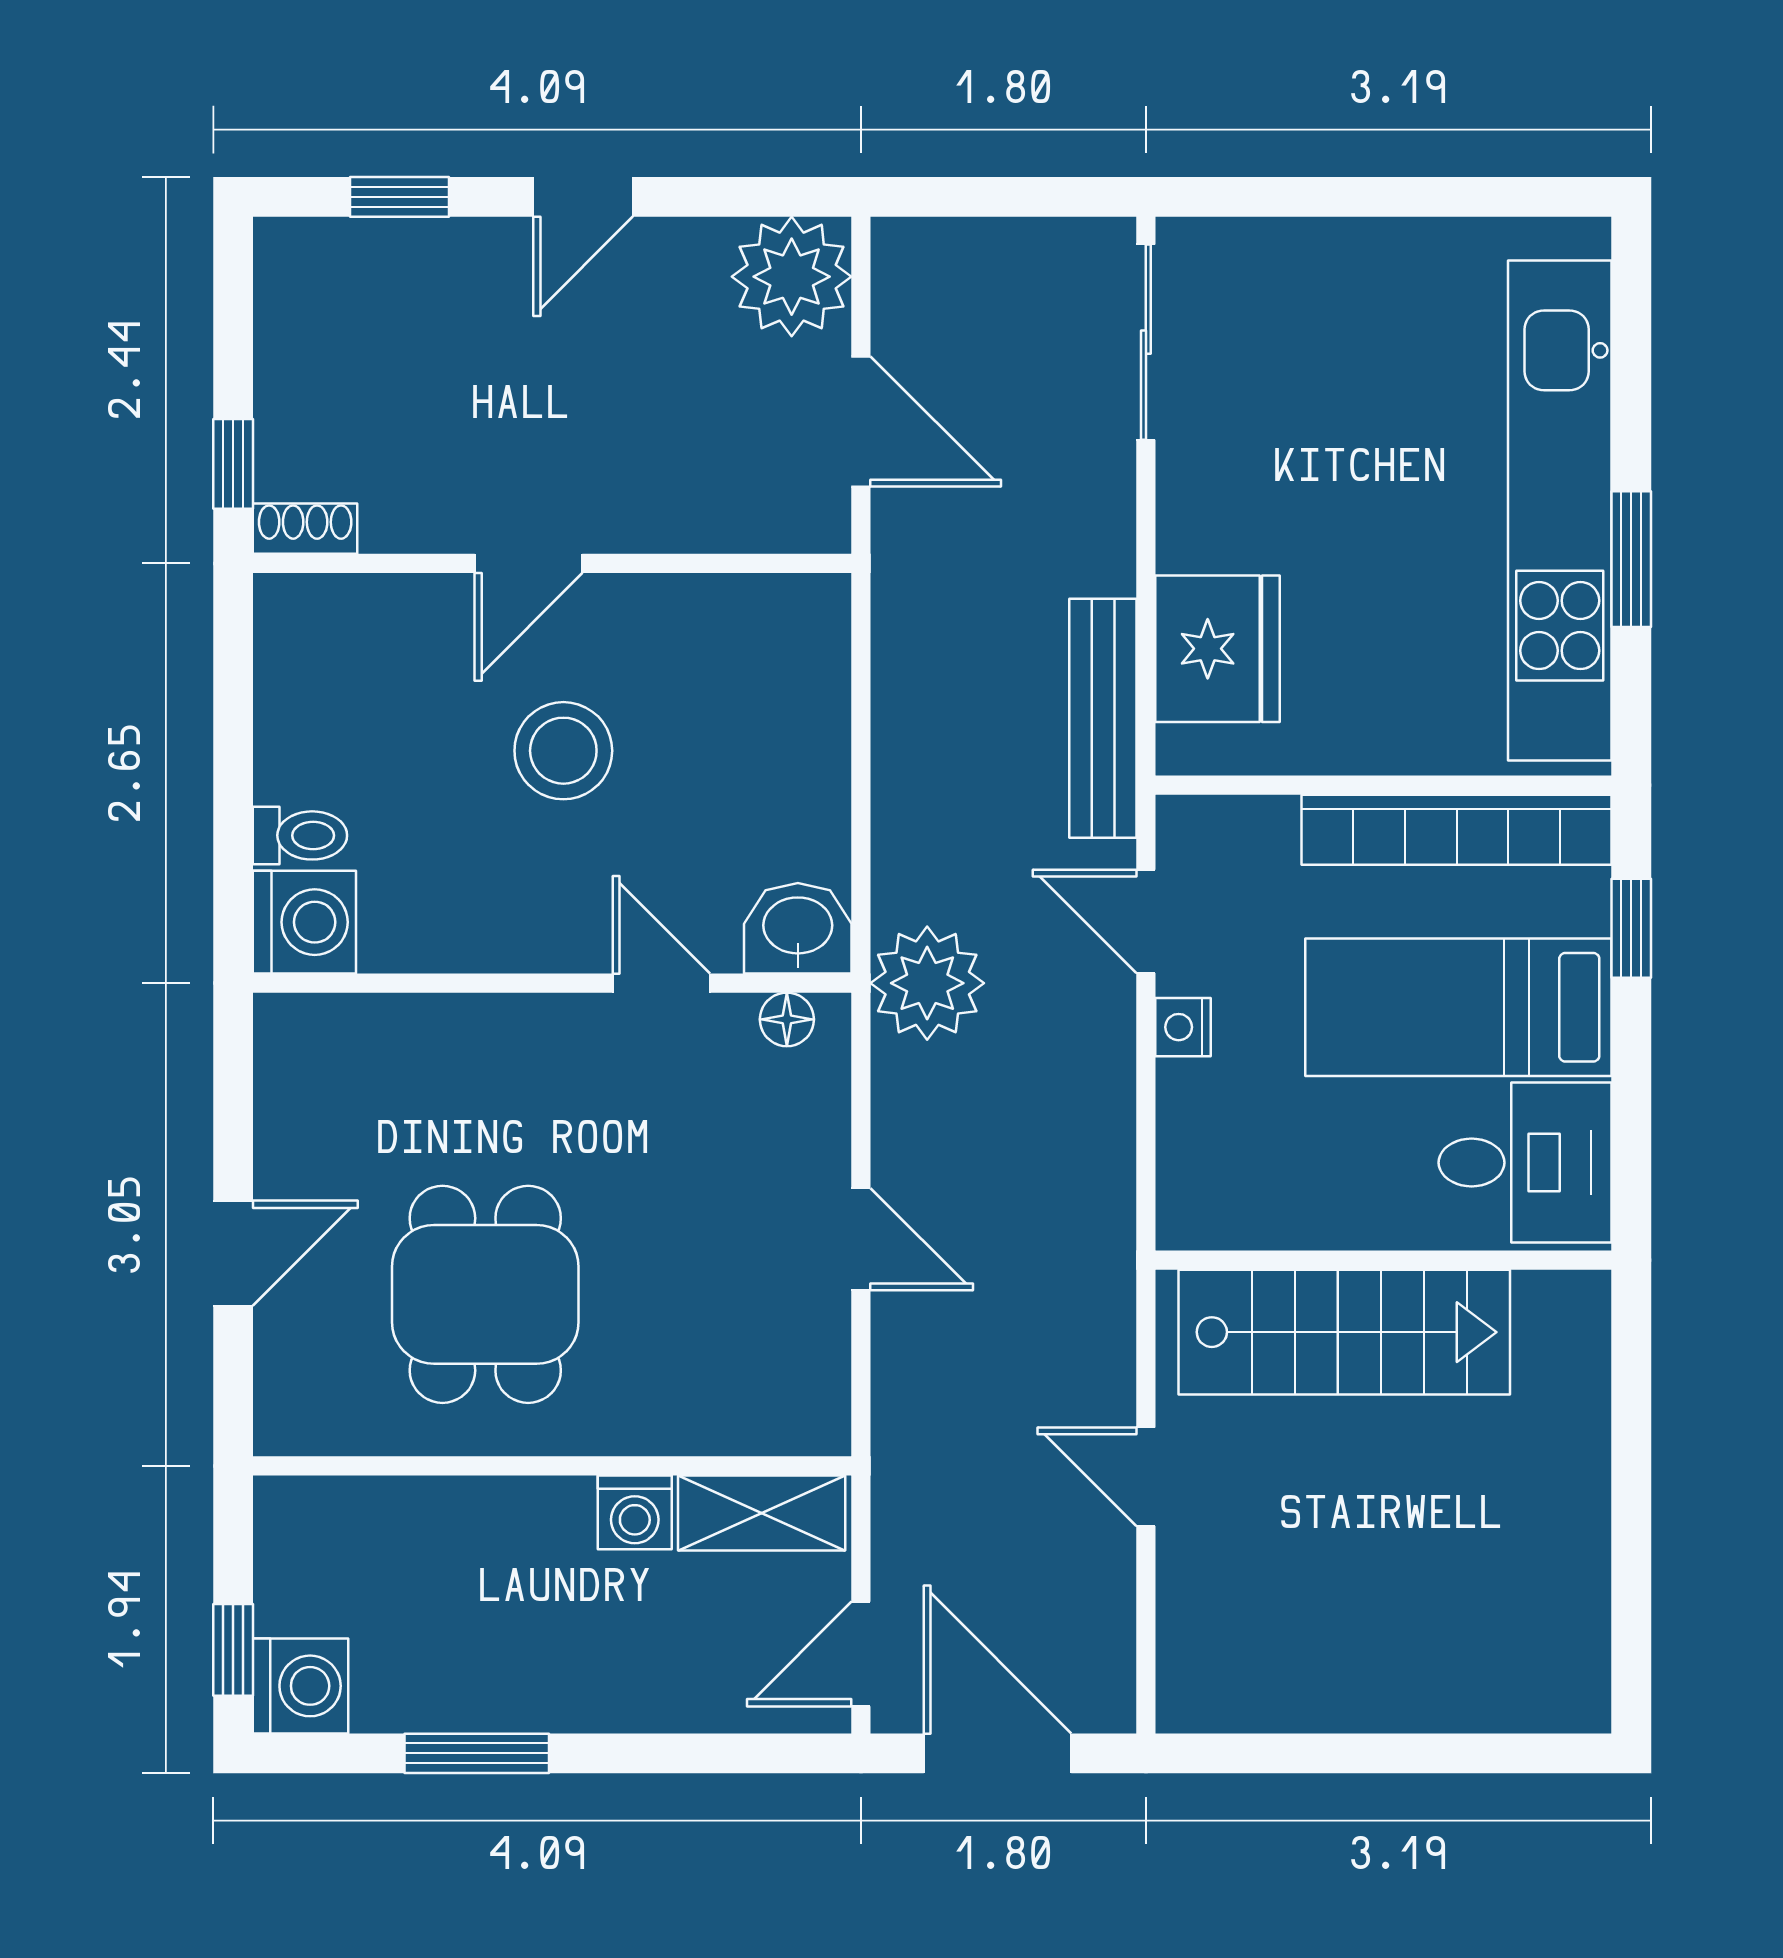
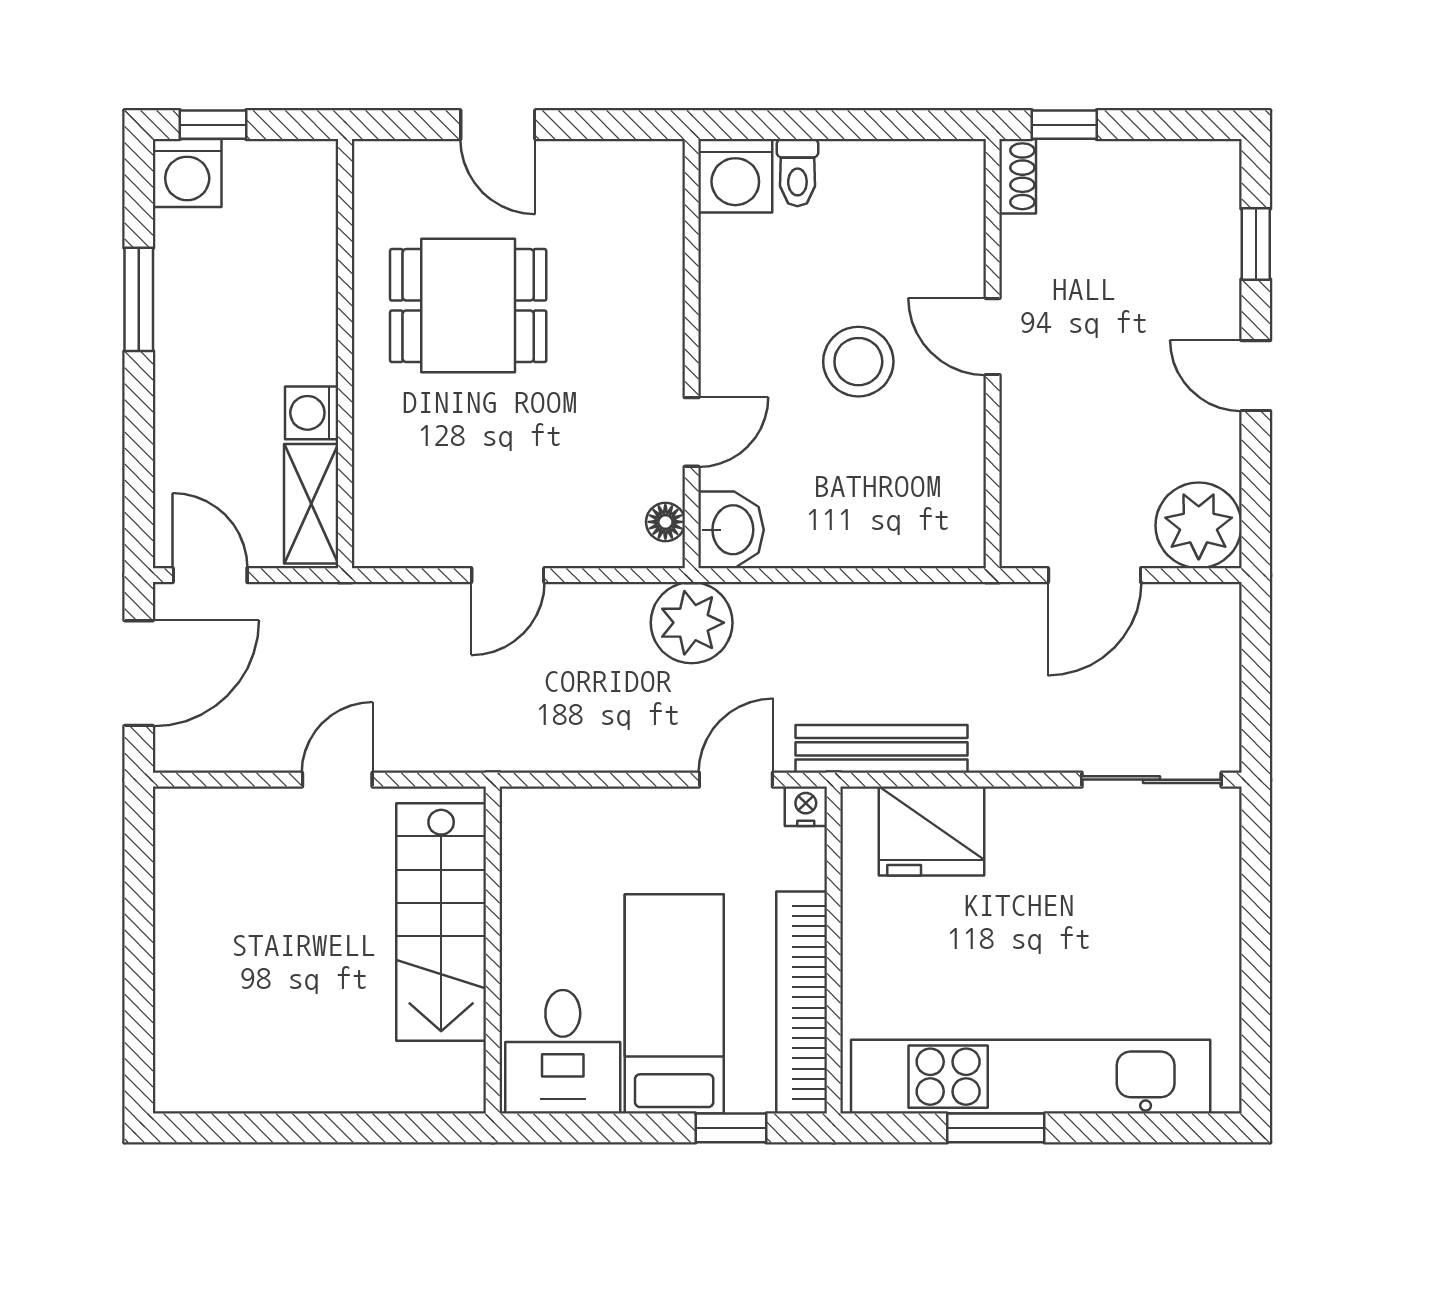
nightstand: (1183, 1027) -> (806, 806), moved

